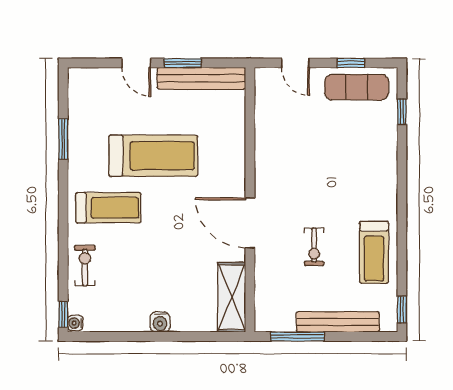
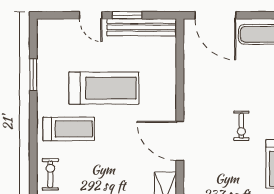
door: (295, 63) -> (215, 15), width x1.88
window: (351, 63) -> (259, 15), removed
exercise bike: (314, 247) -> (241, 126), moved

